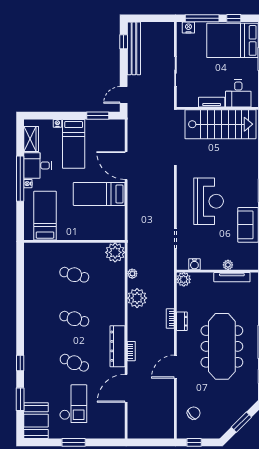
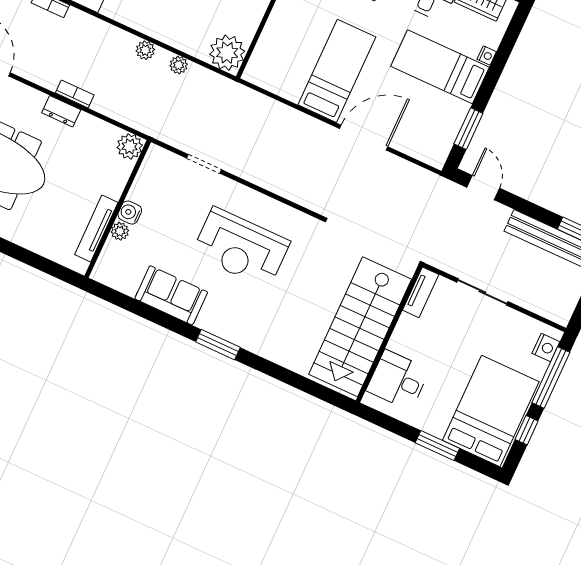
tv unit: (212, 102) -> (421, 292), moved
water cooler: (194, 264) -> (130, 213), moved
plant: (137, 298) -> (145, 50), width x0.53, depth x0.53

